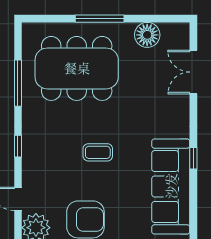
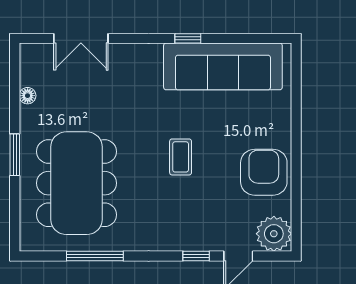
window: (100, 19) -> (15, 155), width x0.69
floor lamp: (147, 35) -> (28, 96), width x0.53, depth x0.53
window: (18, 146) -> (196, 256), moved

